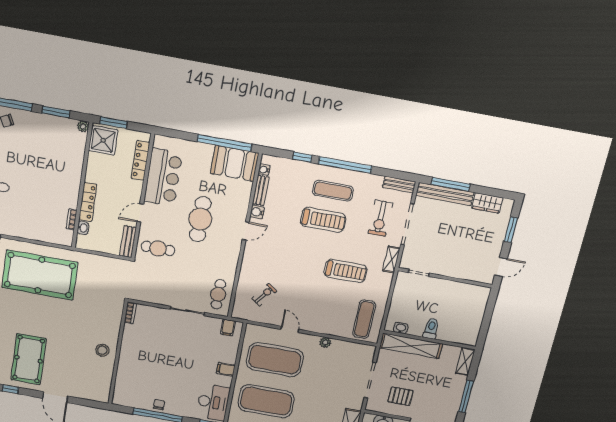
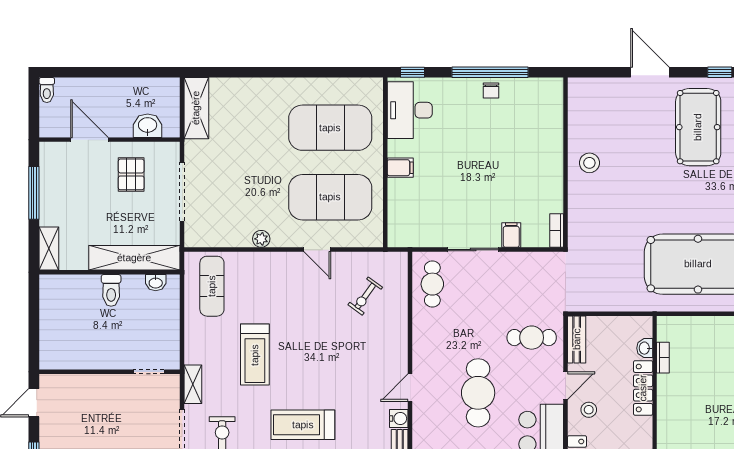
stool: (127, 194) -> (589, 410), added
treadmill: (345, 271) -> (255, 355), turned -90
filing cabinet: (228, 327) -> (511, 235), moved
pallet: (401, 396) -> (131, 174), turned 90

